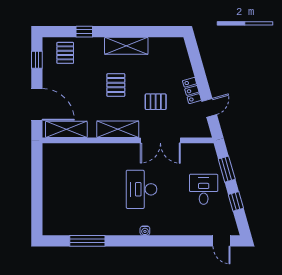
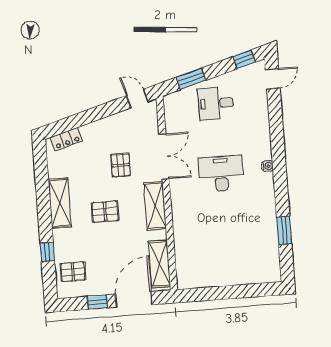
window: (37, 60) -> (97, 302), moved
locker: (192, 90) -> (66, 139), moved
door: (209, 108) -> (137, 99), moved
desk: (142, 189) -> (221, 174), turned 180
window: (236, 201) -> (244, 59), moved
window: (87, 241) -> (284, 231), width x0.69

